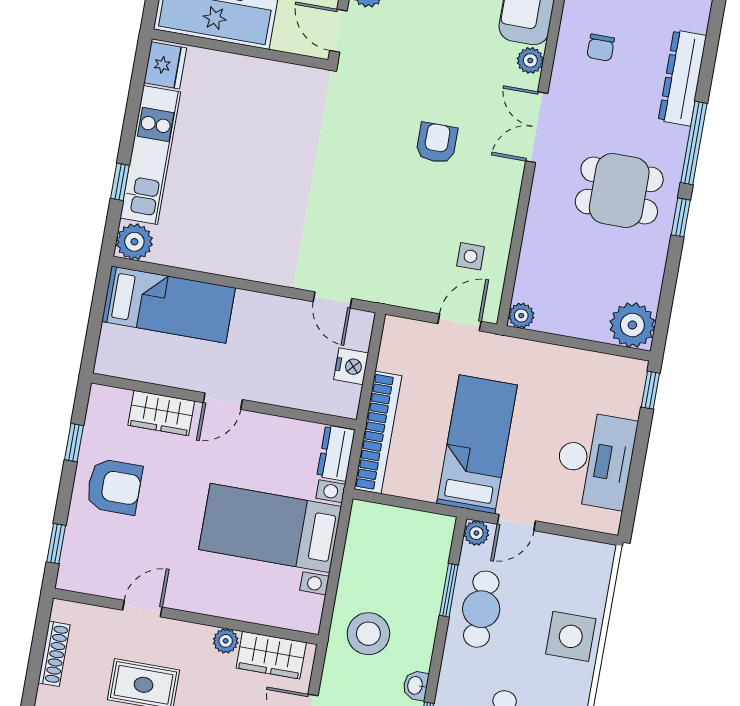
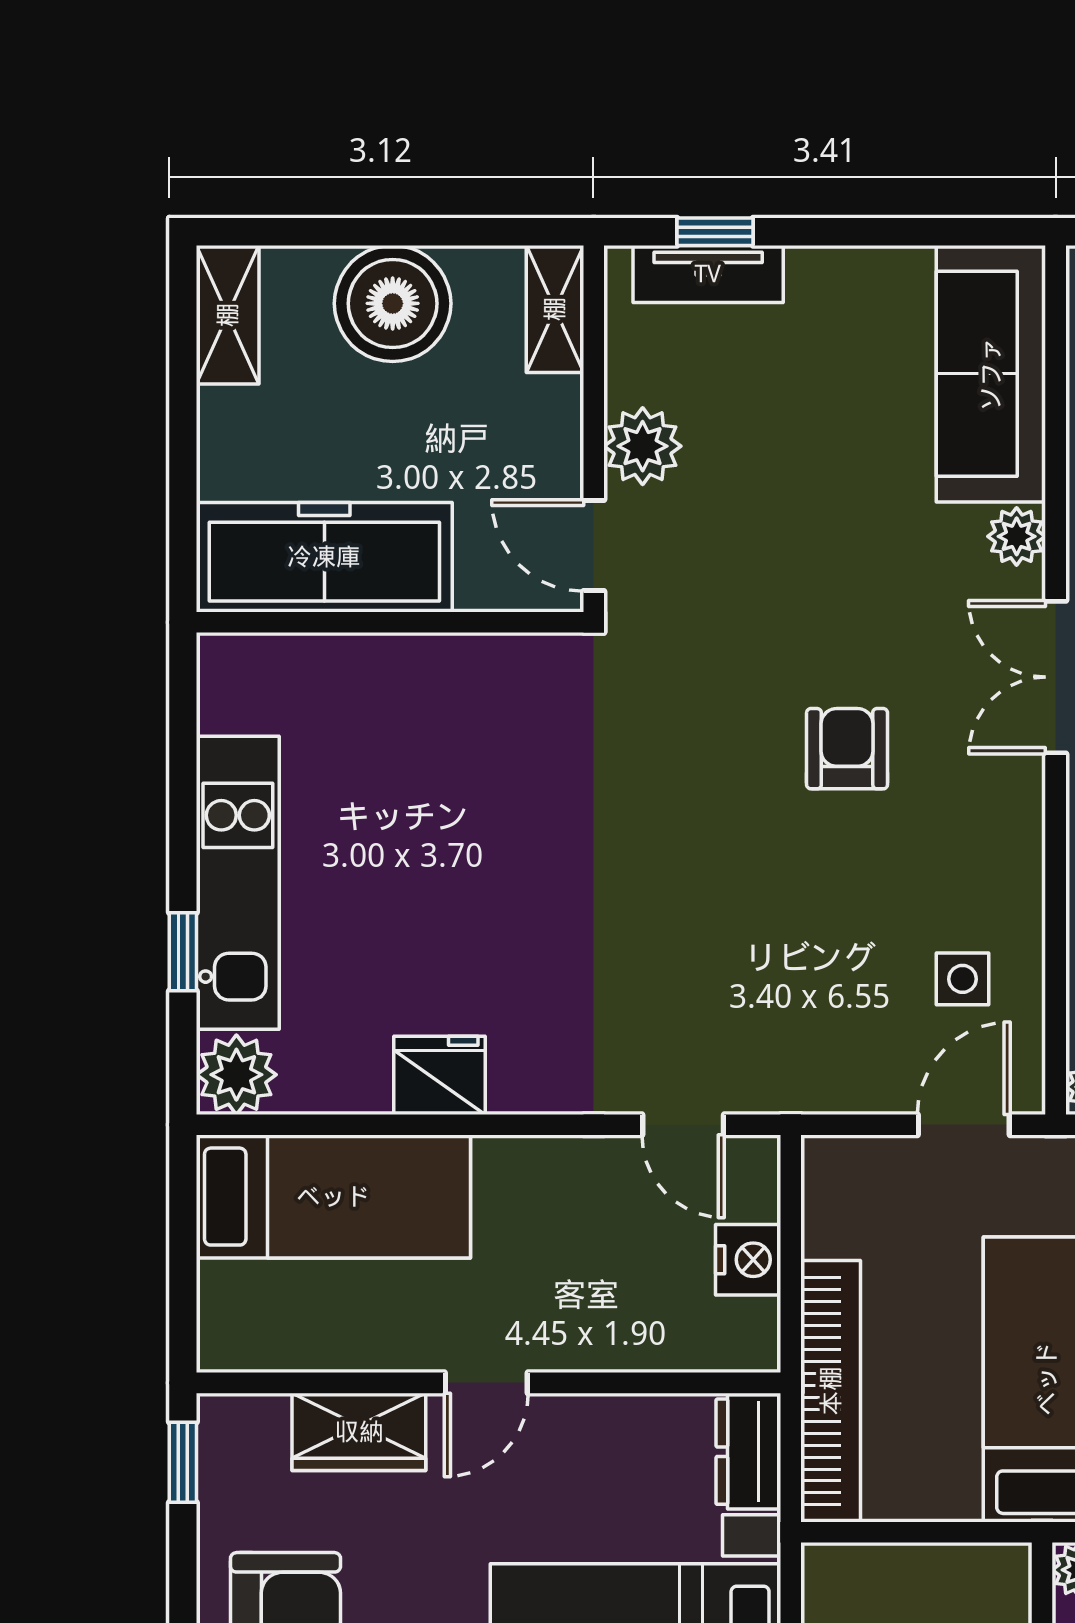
fridge: (165, 65) -> (439, 1075), moved, turned -90
window: (74, 443) -> (183, 1462), moved

